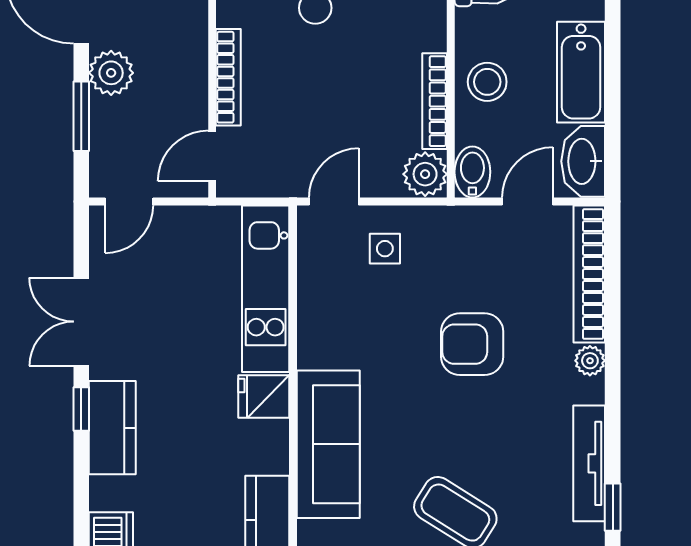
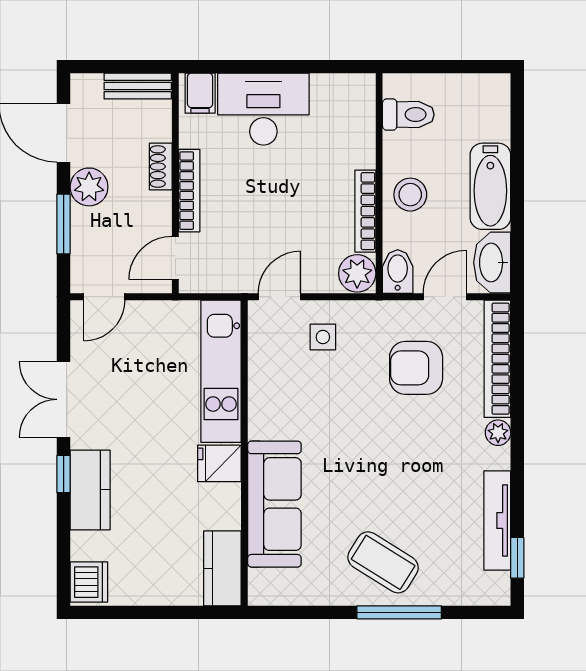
shoe rack: (195, 49) -> (161, 167), added
armchair: (472, 344) -> (416, 368), moved

